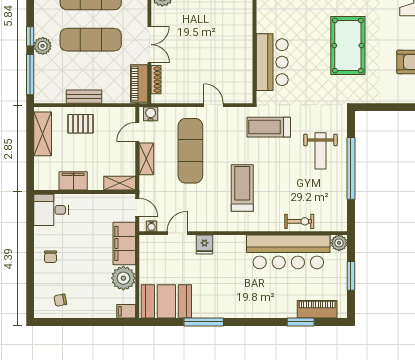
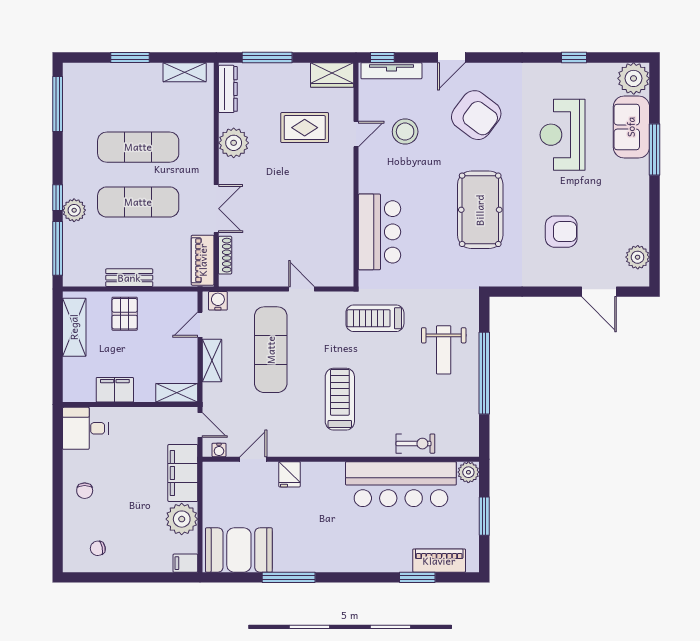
pallet: (80, 124) -> (125, 314), turned 90

